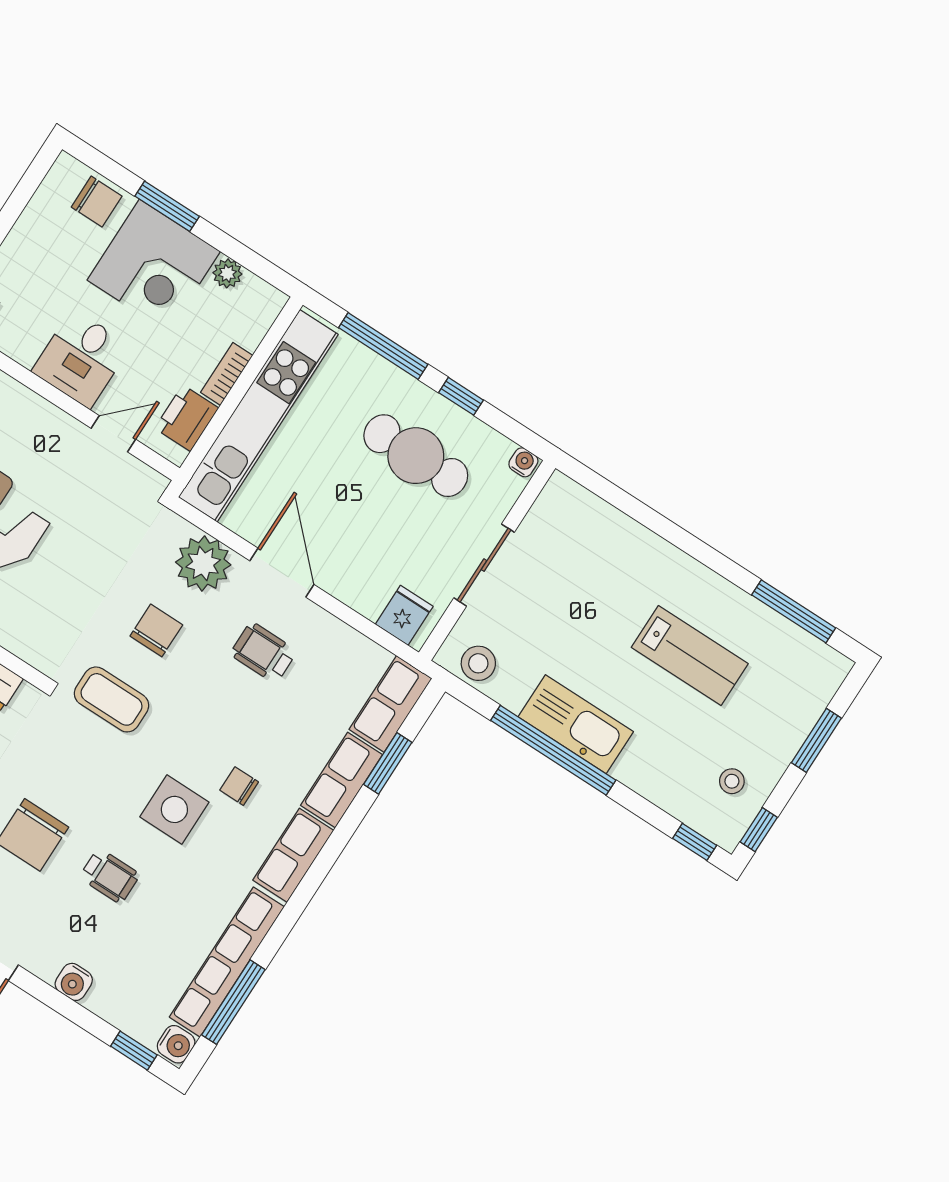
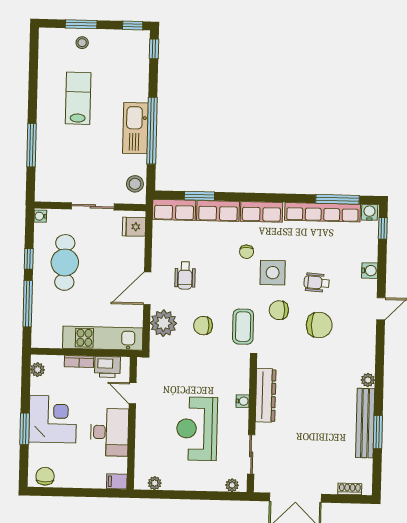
chair: (97, 202) -> (45, 476), moved
plant: (227, 273) -> (38, 370), moved
desk: (81, 359) -> (109, 432), width x1.37
kitchen unit: (258, 416) -> (103, 338), width x0.73
window: (794, 611) -> (32, 145), moved
chair: (102, 780) -> (279, 310), added
stool: (732, 781) -> (82, 43), moved
wheelchair: (110, 876) -> (317, 283), turned -86

